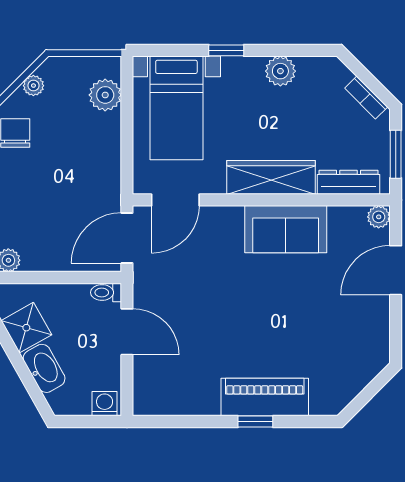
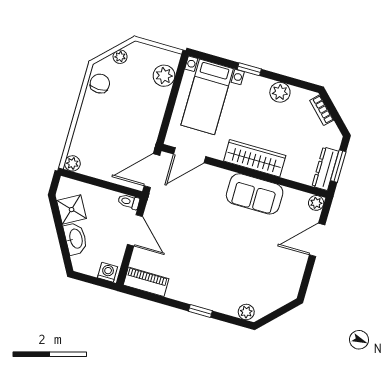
bookcase: (366, 98) -> (322, 110), moved
dresser: (348, 182) -> (325, 169), moved, turned -90
piano: (265, 397) -> (146, 282), moved, width x0.73, depth x0.75
plant: (322, 404) -> (246, 312), added

